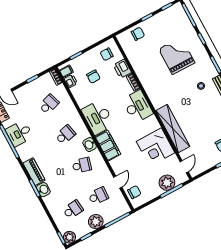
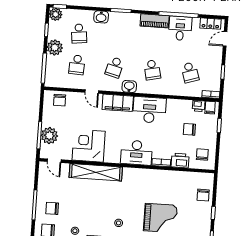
piano: (34, 172) -> (155, 21), moved
door: (118, 182) -> (92, 92), moved
washbasin: (43, 190) -> (101, 17), moved

